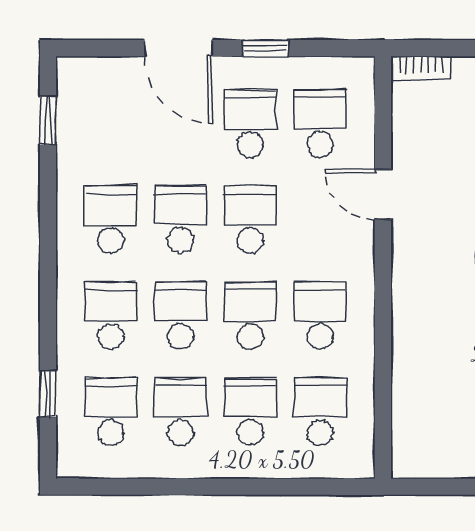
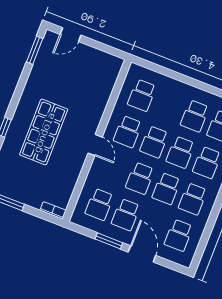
window: (266, 48) -> (109, 241), width x1.50
window: (48, 120) -> (202, 246), removed
door: (383, 194) -> (95, 145), moved
school desk: (250, 412) -> (179, 235), moved

